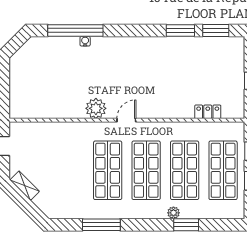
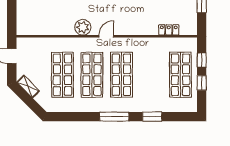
shop shelf: (185, 170) -> (62, 75), moved
plant: (173, 213) -> (142, 107), removed
window: (101, 225) -> (114, 117), moved

